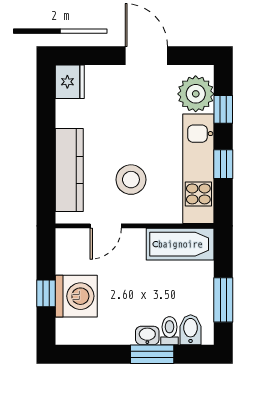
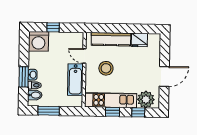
fridge: (70, 82) -> (139, 40), moved
bathtub: (180, 244) -> (75, 80), moved
washing machine: (76, 296) -> (38, 41), moved

